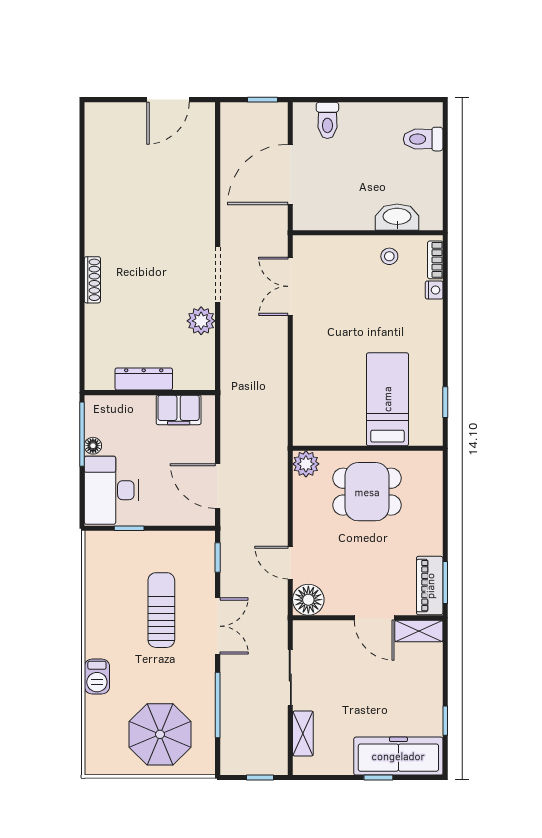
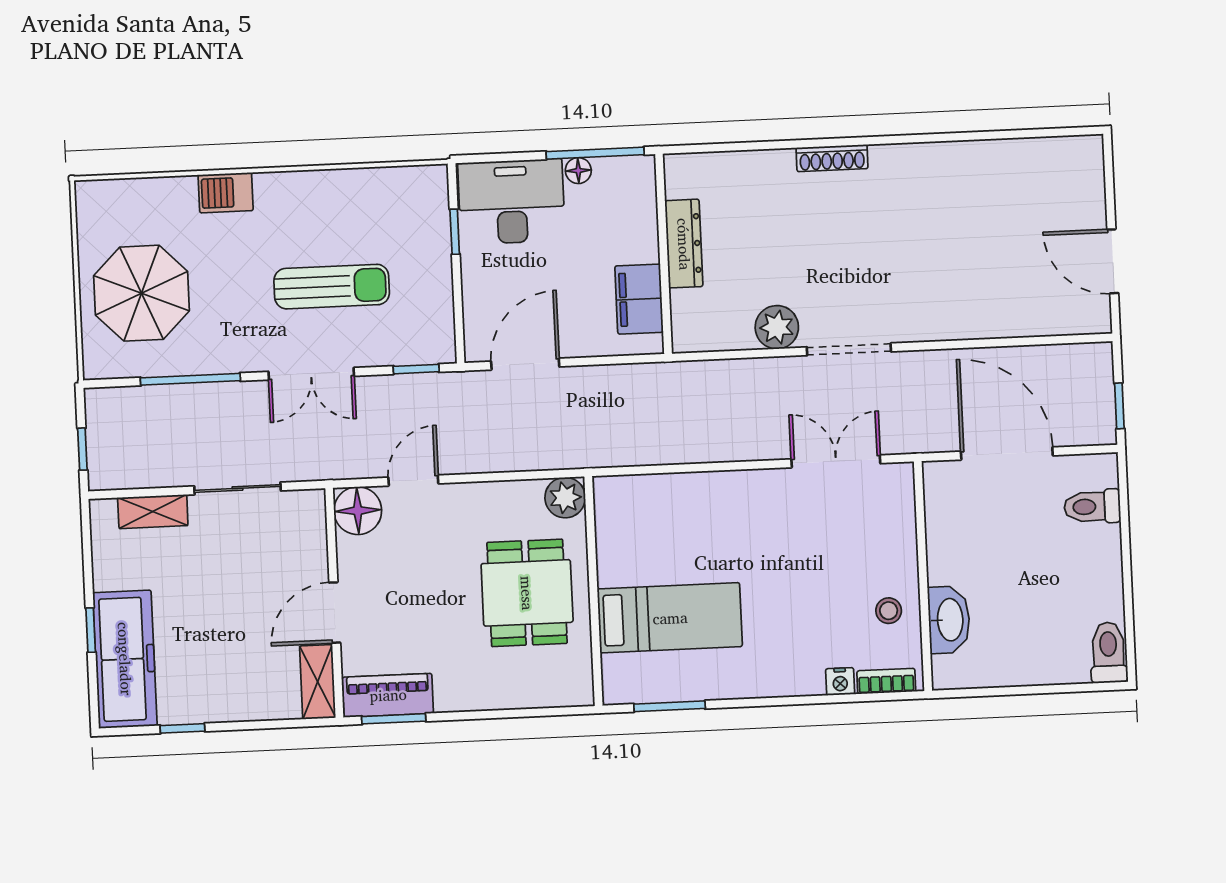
toilet: (423, 139) -> (1108, 652), moved
window: (445, 402) -> (670, 706), width x1.50

